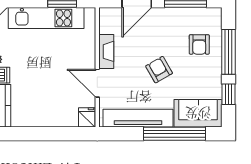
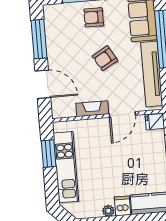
armchair: (199, 44) -> (94, 17), moved, turned 180

